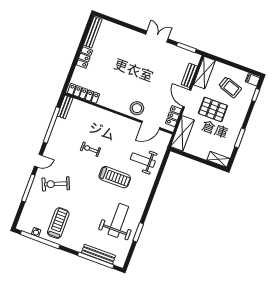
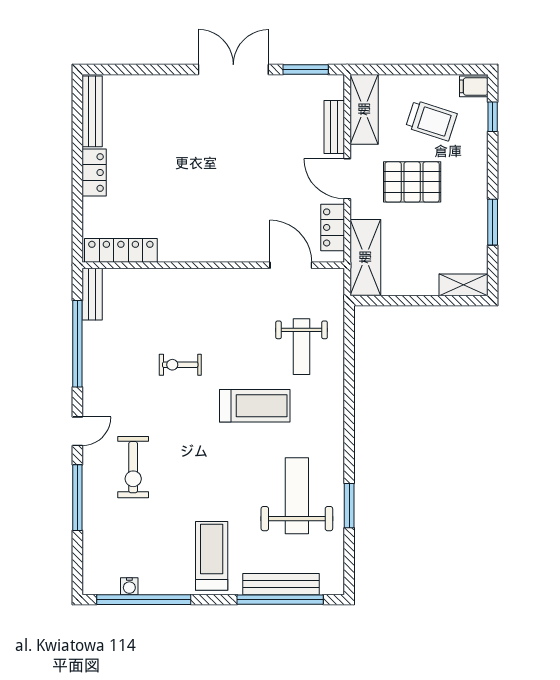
double door: (157, 36) -> (233, 70), width x1.37
stool: (137, 108) -> (248, 240), removed
door: (151, 125) -> (291, 265), swing flipped
weight bench: (143, 160) -> (302, 347), turned -90
exercise bike: (56, 184) -> (133, 467), turned -67
treadmill: (58, 223) -> (212, 556), moved

